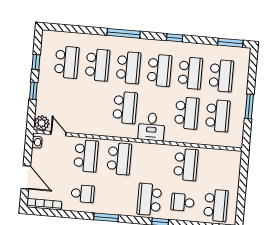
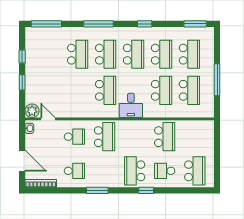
window: (66, 28) -> (46, 24), added
school desk: (67, 62) -> (50, 54), removed
window: (249, 107) -> (217, 80), width x1.44
school desk: (86, 156) -> (74, 137), width x0.54

